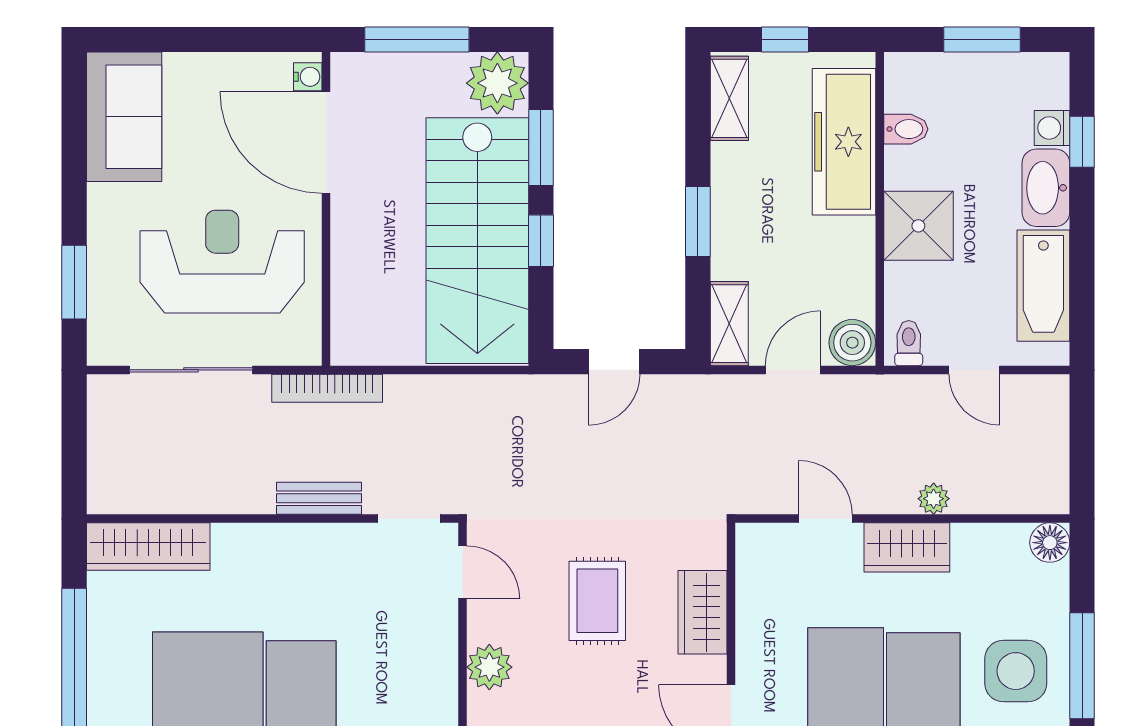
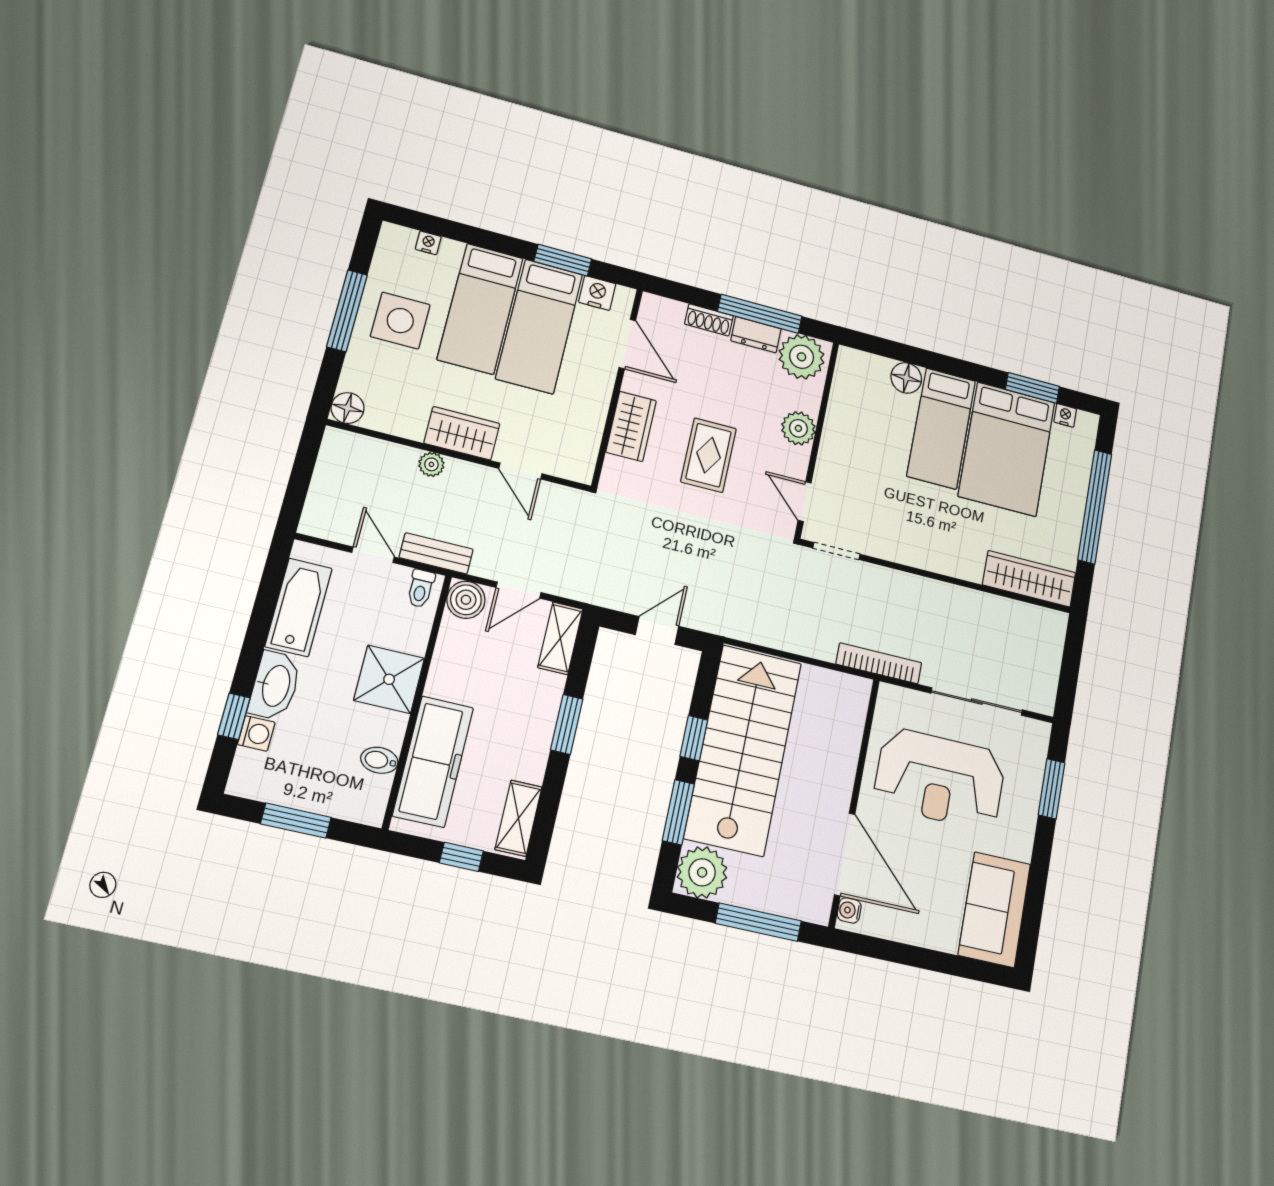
bench: (319, 498) -> (436, 553), moved

